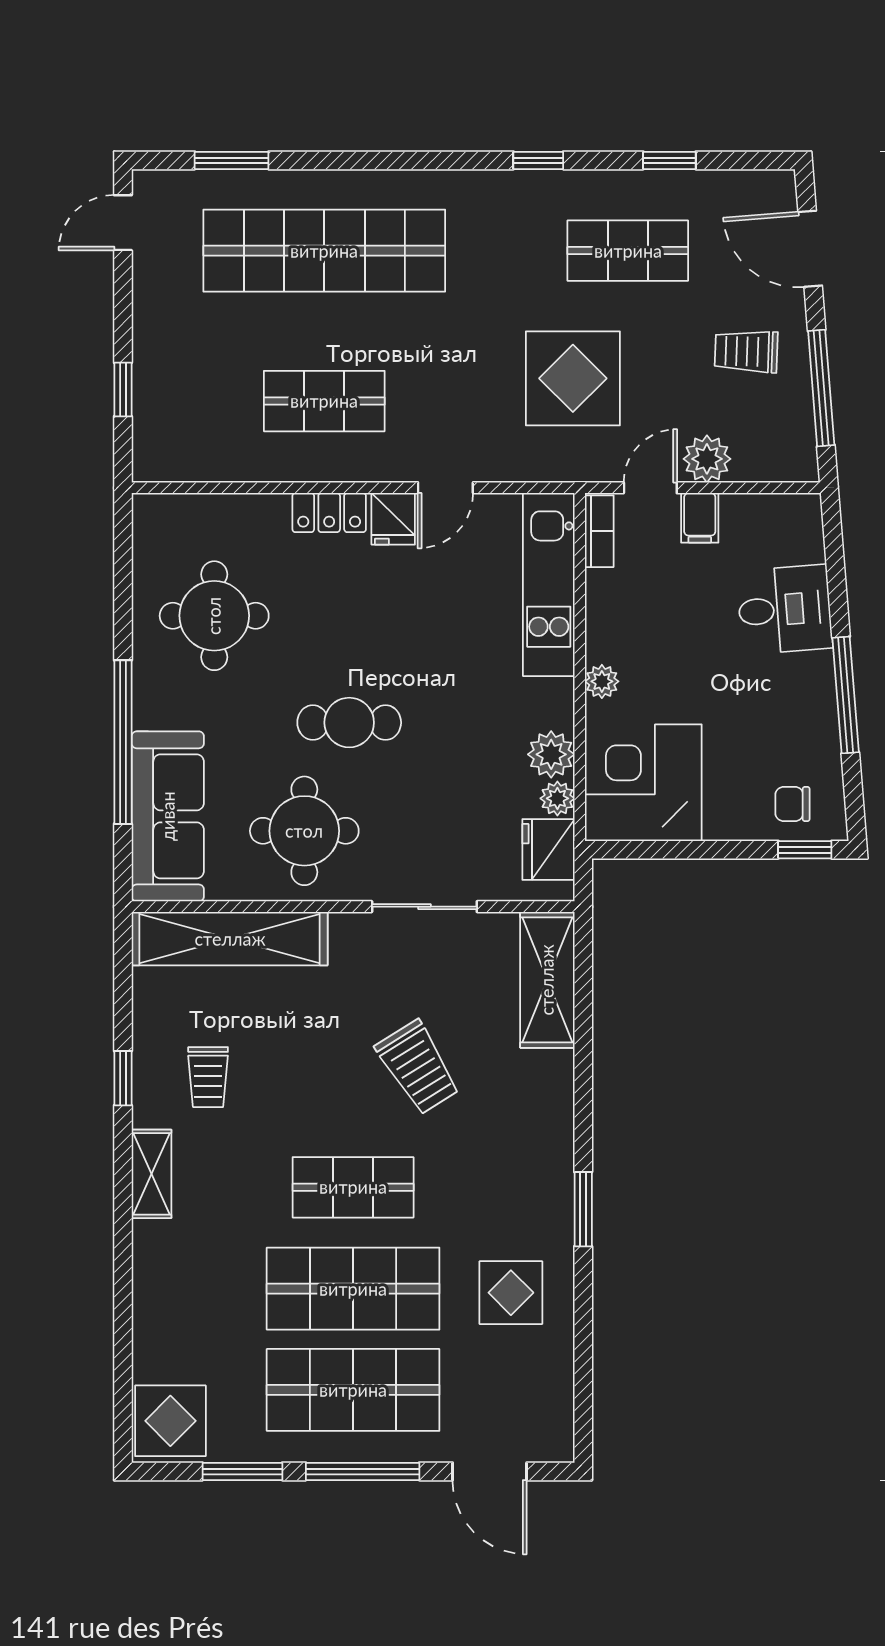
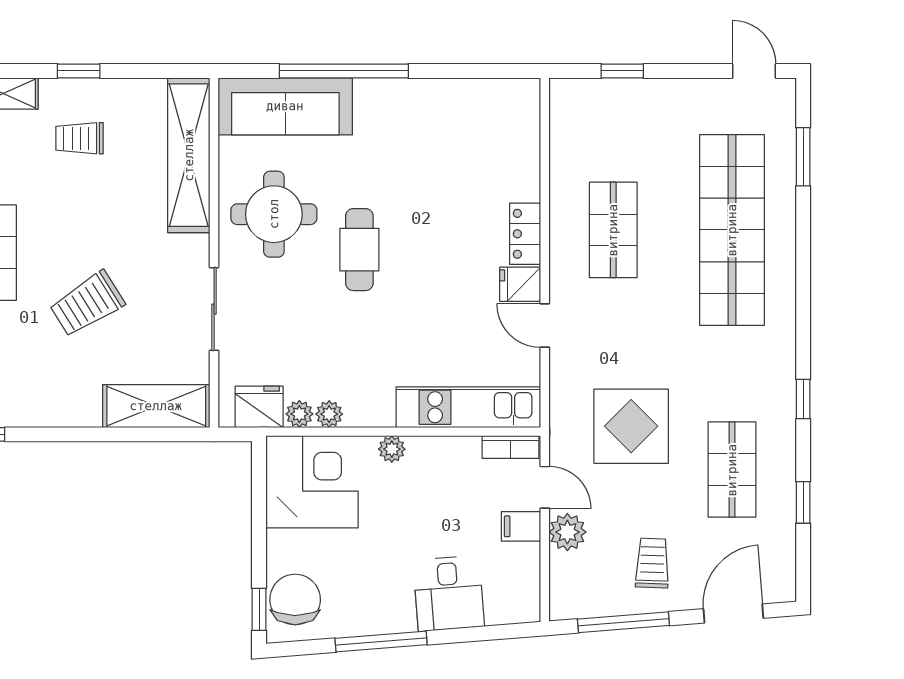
round table: (214, 616) -> (444, 143), removed
plant: (551, 754) -> (329, 414), width x0.73, depth x0.73
chair: (792, 804) -> (295, 600), width x1.87, depth x1.87

